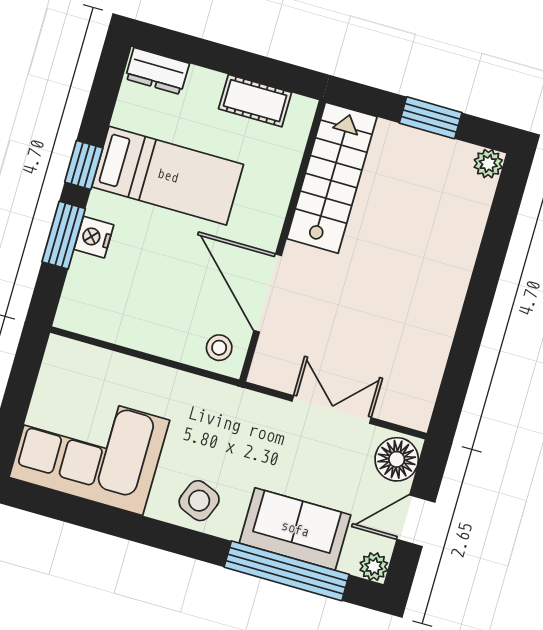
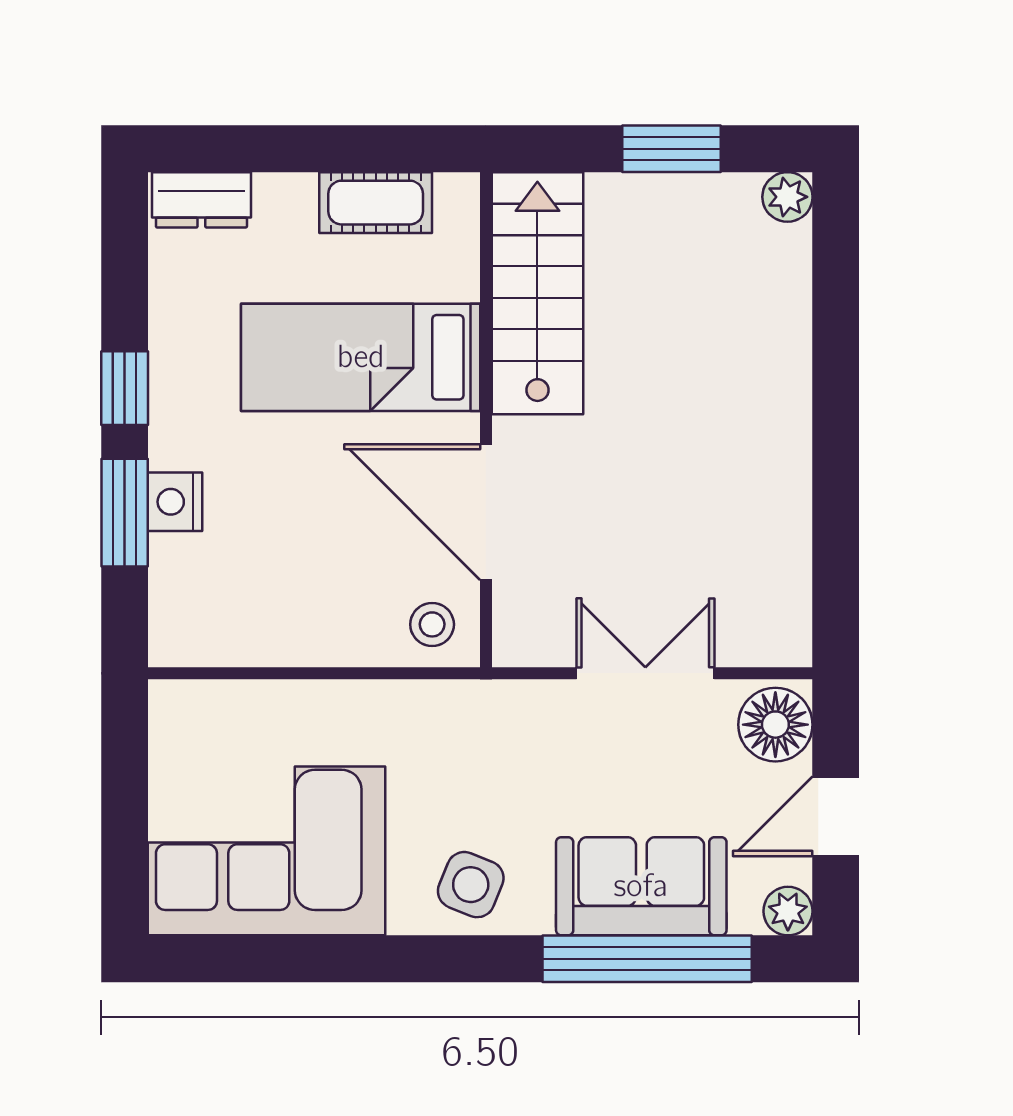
bed: (168, 176) -> (361, 357), moved, turned 180

